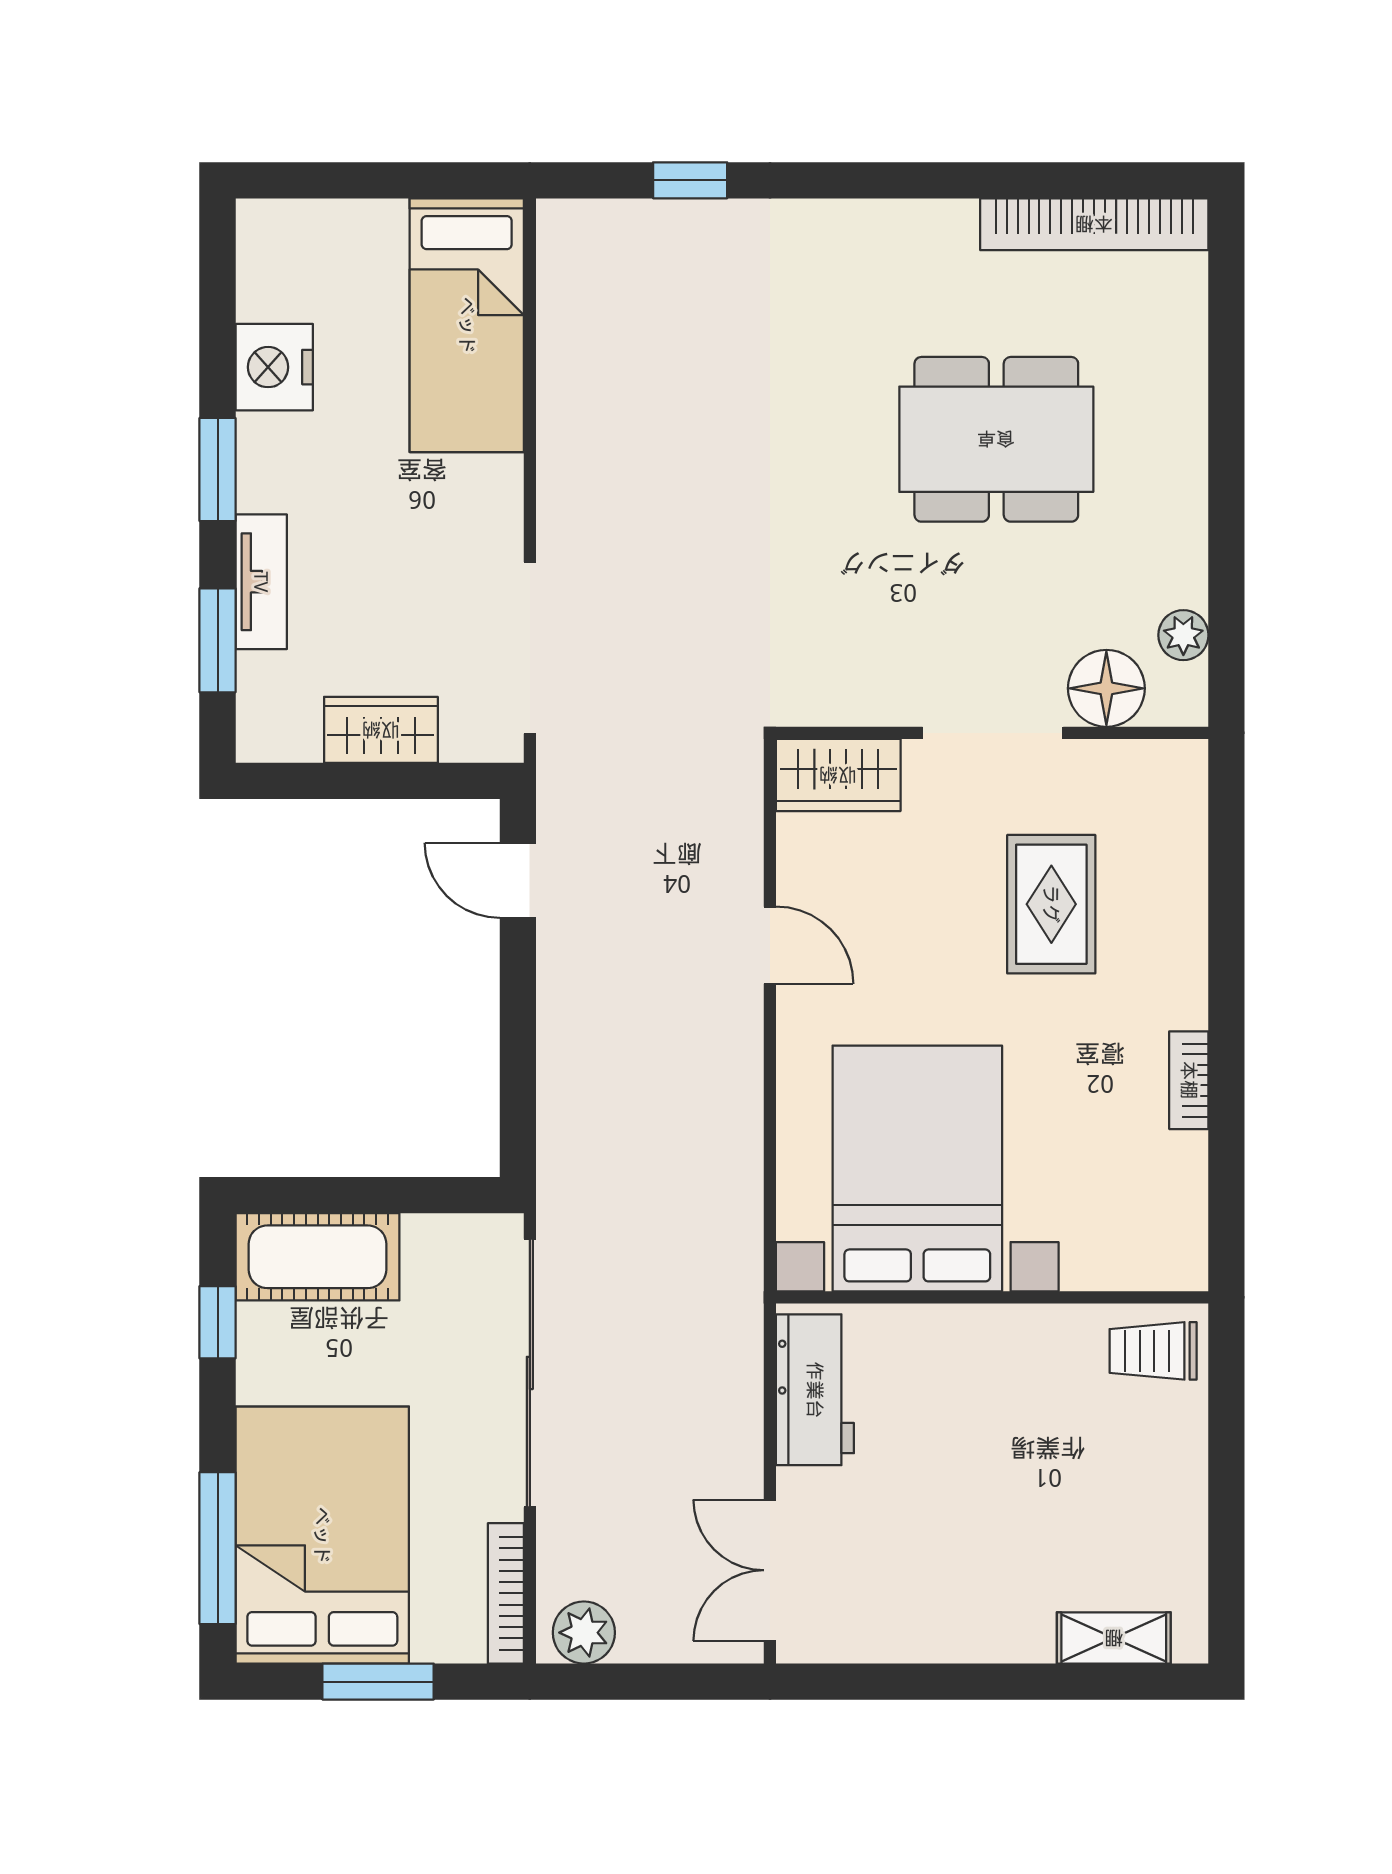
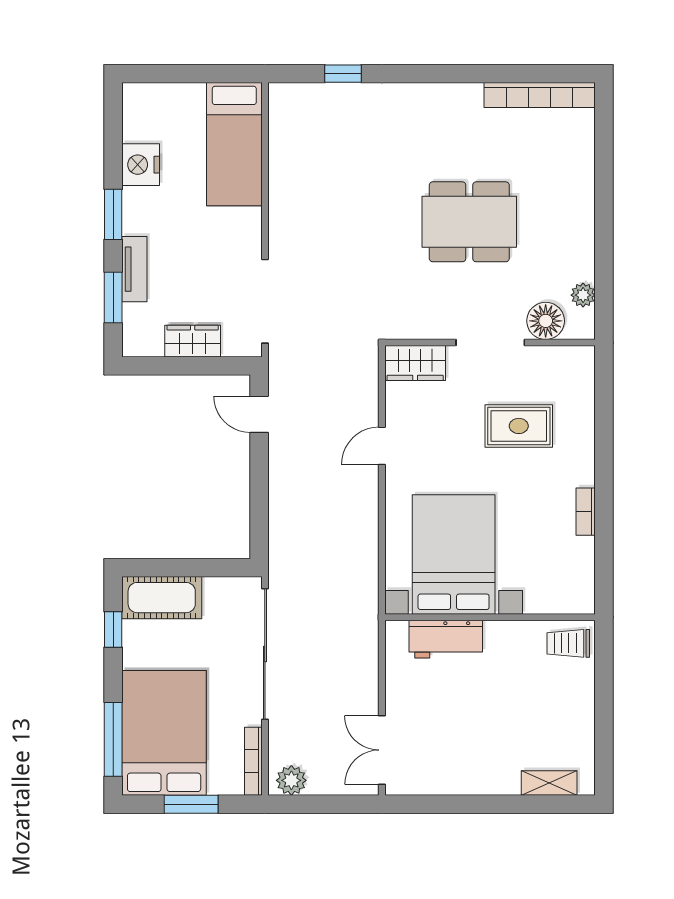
dining table: (996, 439) -> (469, 222), moved
rug: (1051, 904) -> (519, 426), turned 90
door: (770, 945) -> (382, 446), swing flipped
workbench: (815, 1390) -> (446, 639), moved, turned 90

